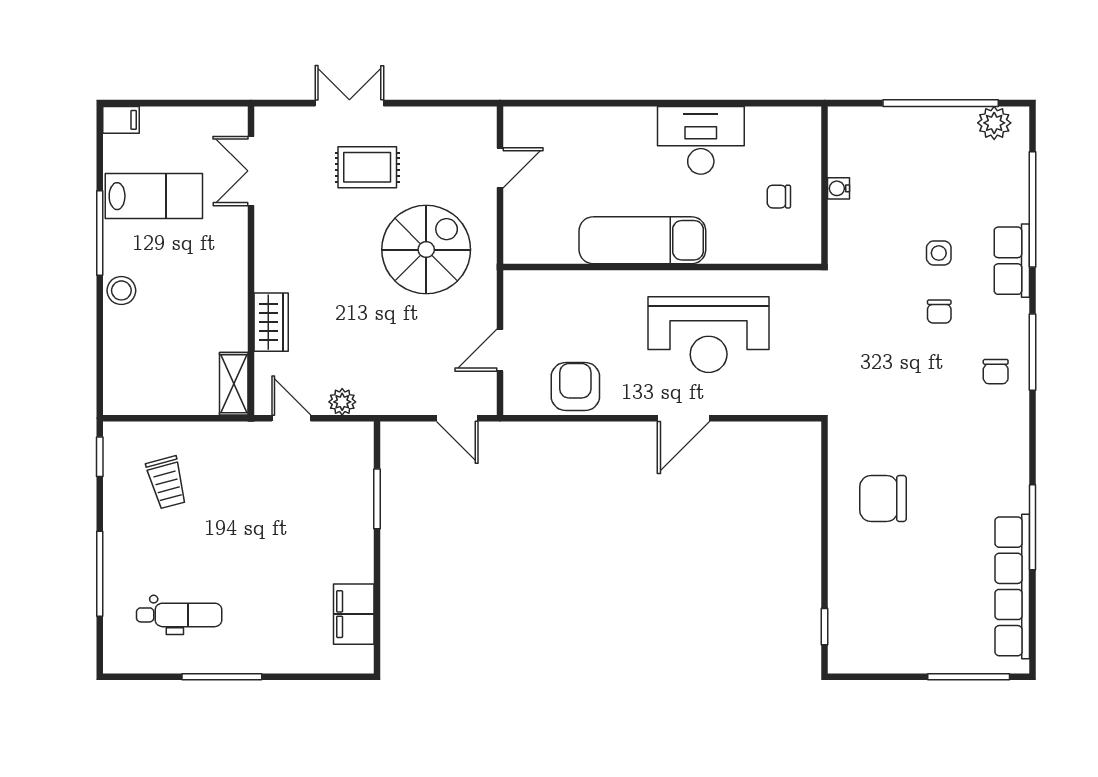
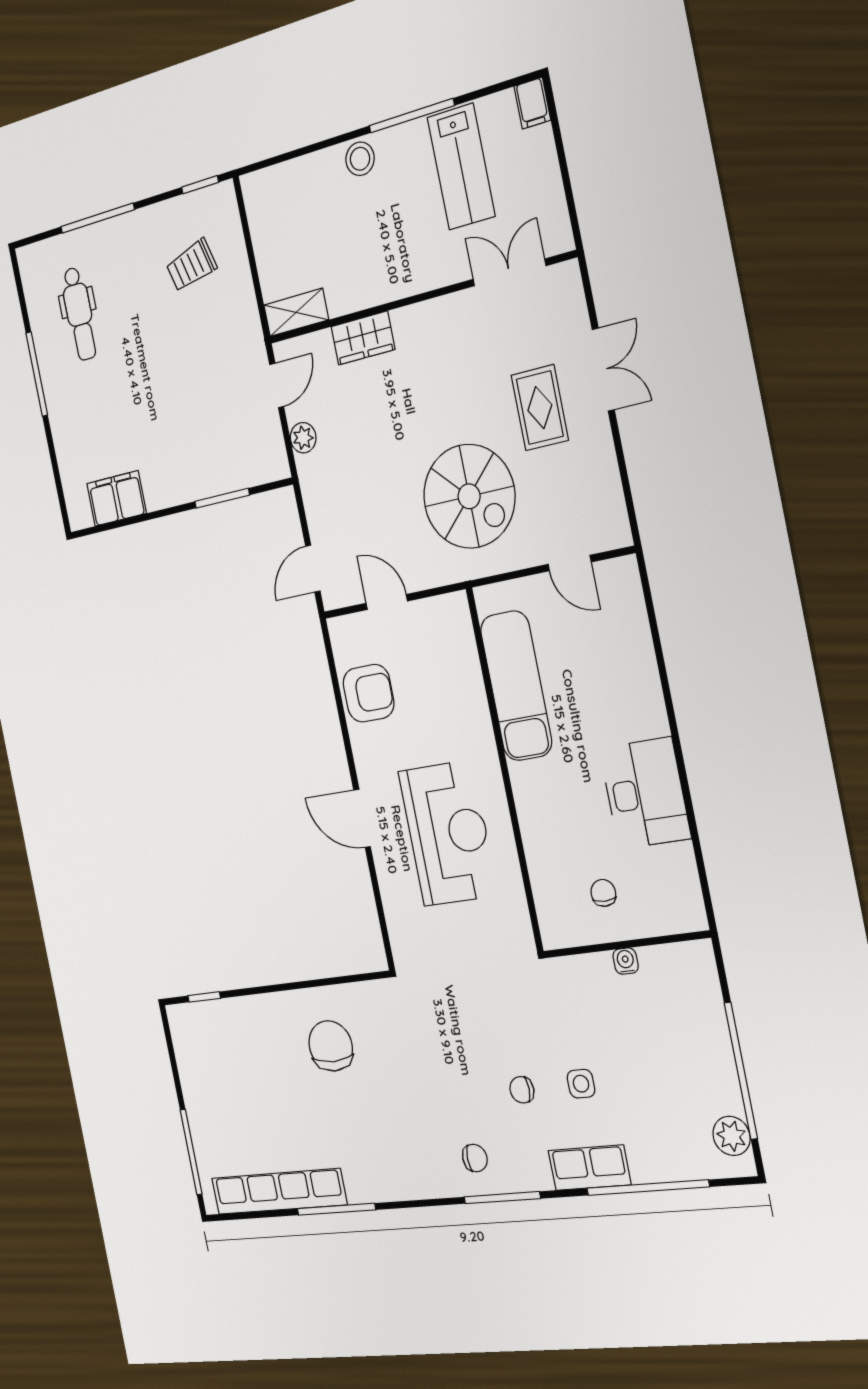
exam couch: (642, 240) -> (516, 686), moved
reception desk: (709, 335) -> (448, 833), turned 180
chair: (996, 372) -> (475, 1158), turned 180

